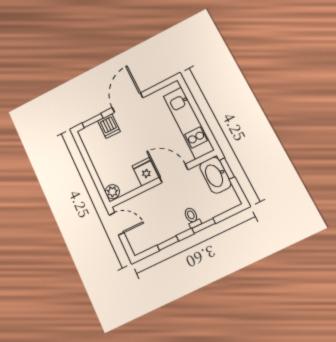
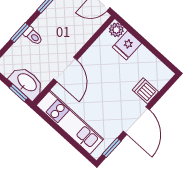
window: (93, 121) -> (112, 148), moved
fridge: (145, 172) -> (127, 45), moved, turned 90
door: (174, 173) -> (65, 69), hinge flipped

